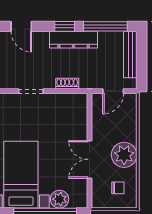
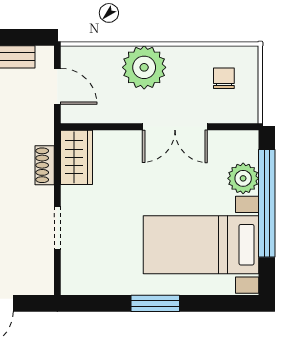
wardrobe: (72, 102) -> (77, 157), added
plant: (124, 155) -> (144, 67), moved

